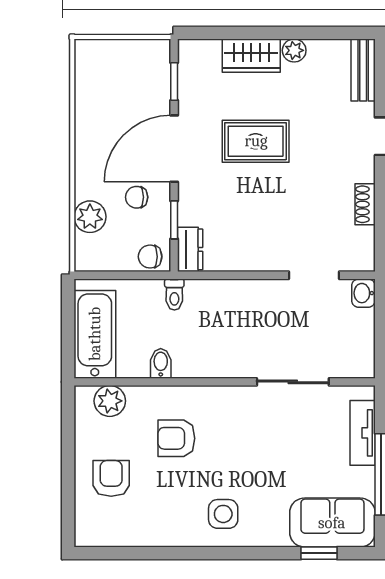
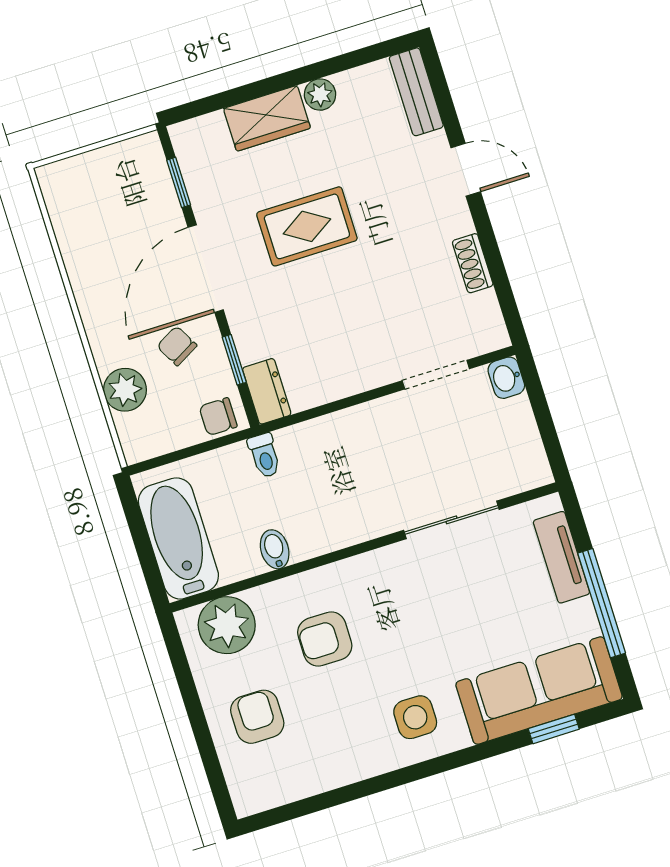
chair: (137, 197) -> (177, 346), turned 61
plant: (110, 401) -> (227, 625), width x1.36, depth x1.36
sofa: (332, 523) -> (539, 691), width x1.36

